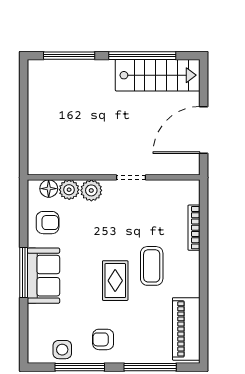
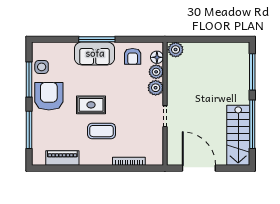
plant: (38, 163) -> (176, 50), added
piano: (186, 329) -> (62, 158), width x0.73, depth x0.75
armchair: (103, 339) -> (49, 96), width x1.88, depth x1.88

